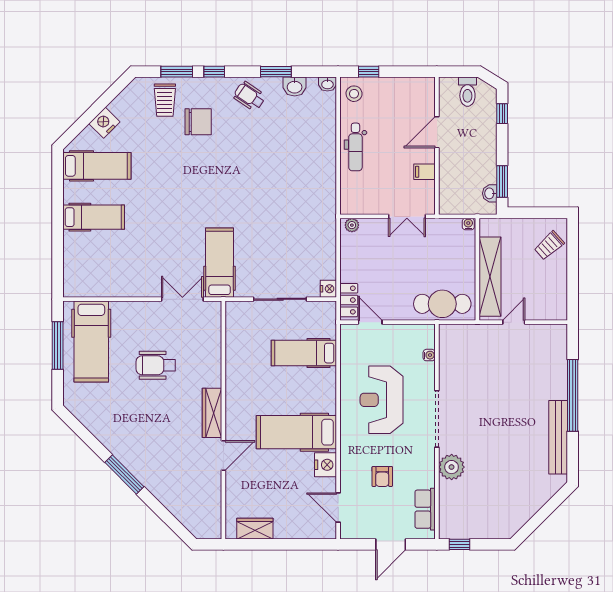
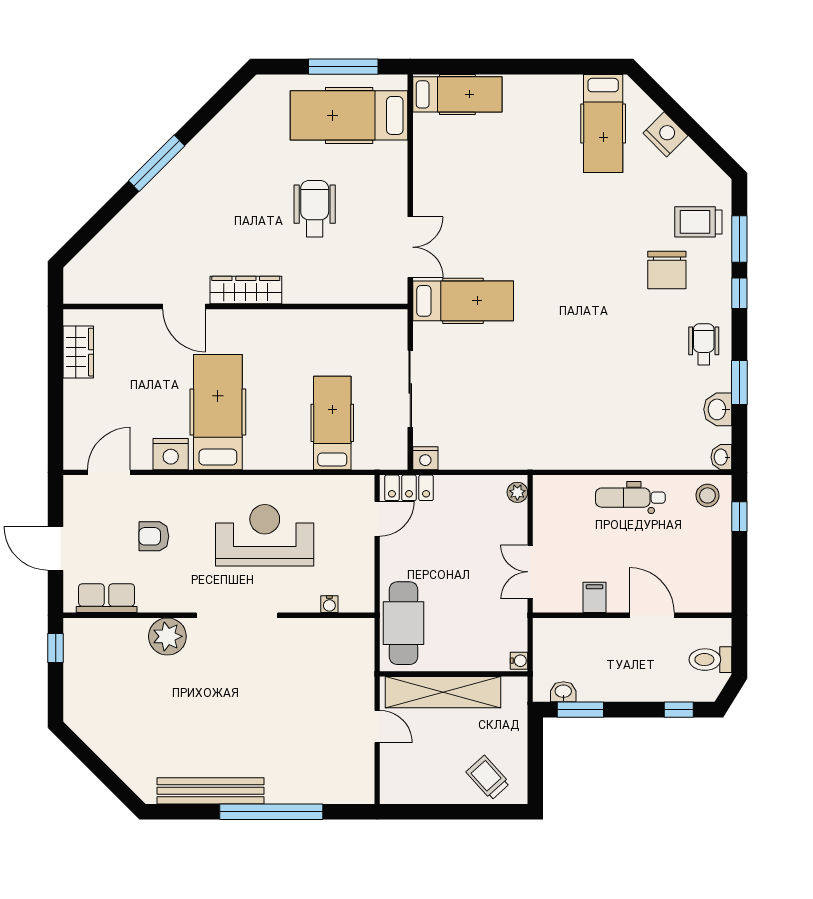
wheelchair: (249, 96) -> (704, 344), turned -34
hospital bed: (94, 217) -> (457, 94), moved, turned -90

